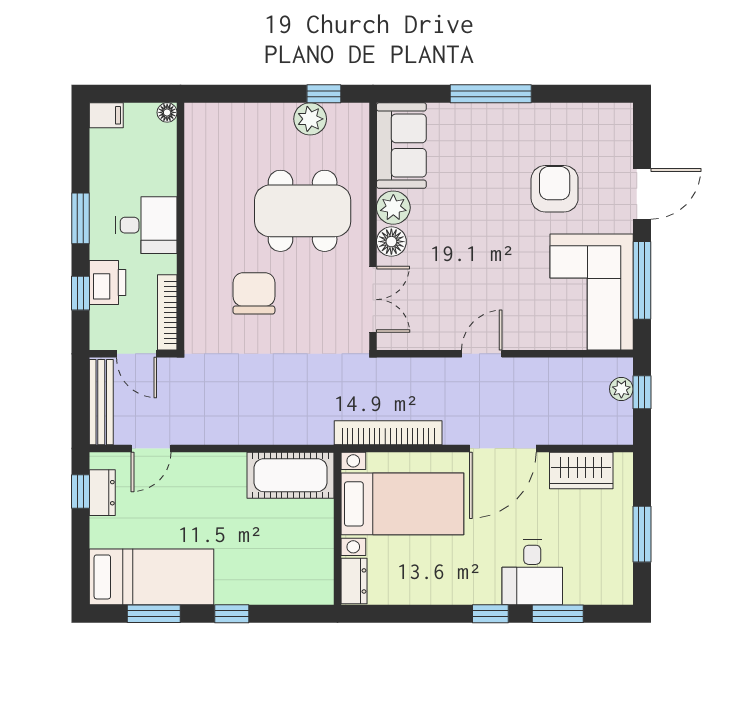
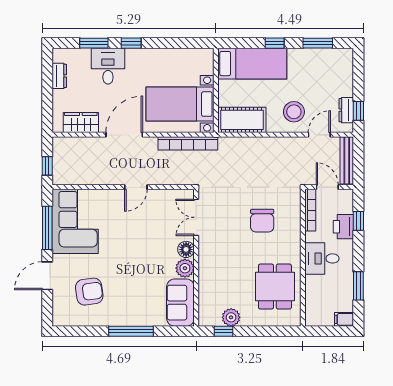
floor lamp: (167, 112) -> (310, 321), removed
armchair: (555, 189) -> (89, 292), moved, turned -98
dining table: (303, 211) -> (275, 287), moved, width x0.73
window: (80, 218) -> (358, 286), moved
plant: (621, 389) -> (59, 168), removed
stool: (197, 490) -> (294, 112), added
window: (642, 534) -> (47, 87), removed
bed: (151, 577) -> (252, 64), moved, turned 180
dresser: (354, 581) -> (59, 76), moved, turned 180

